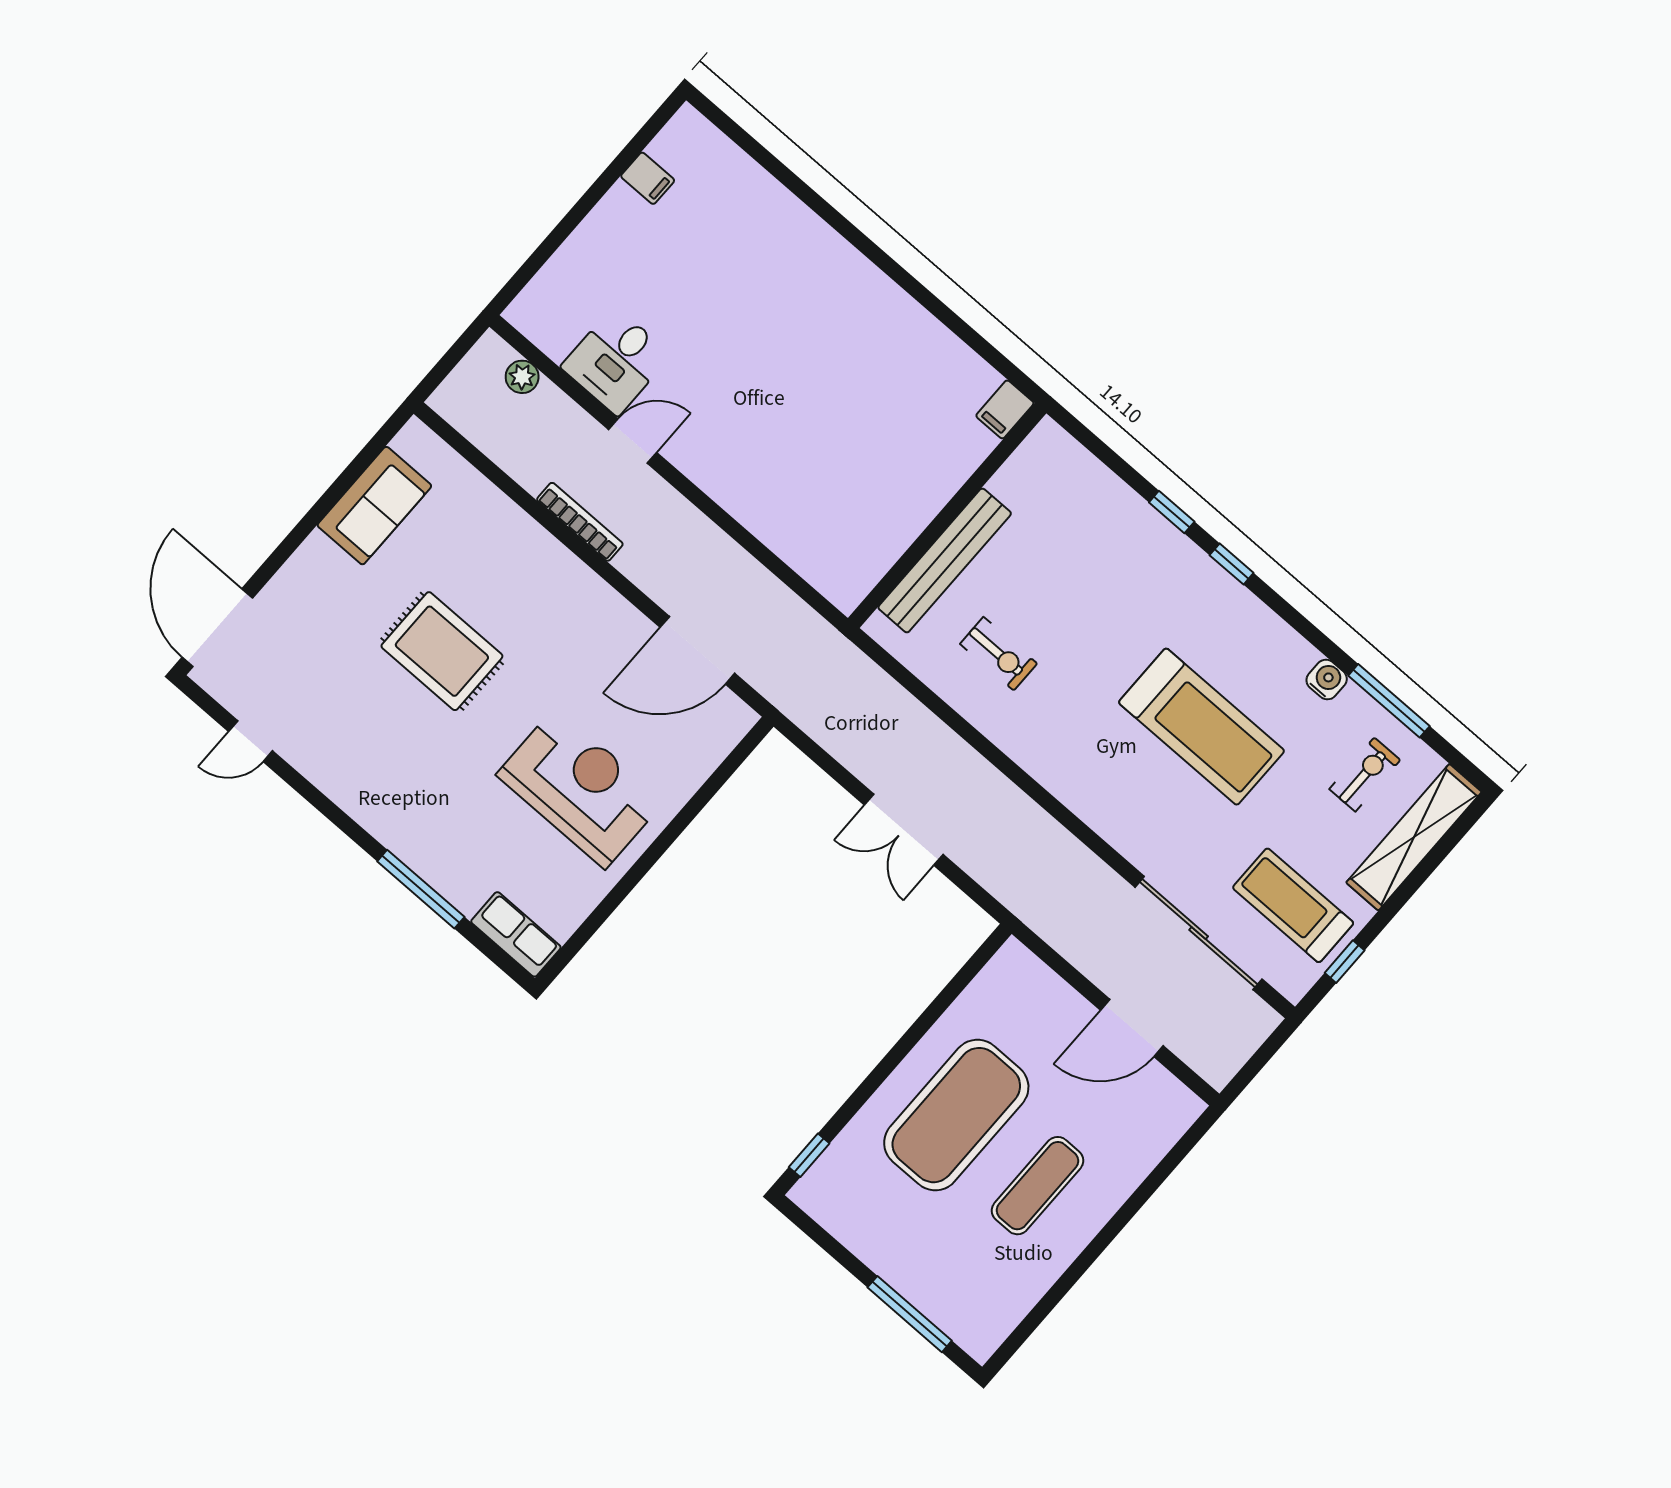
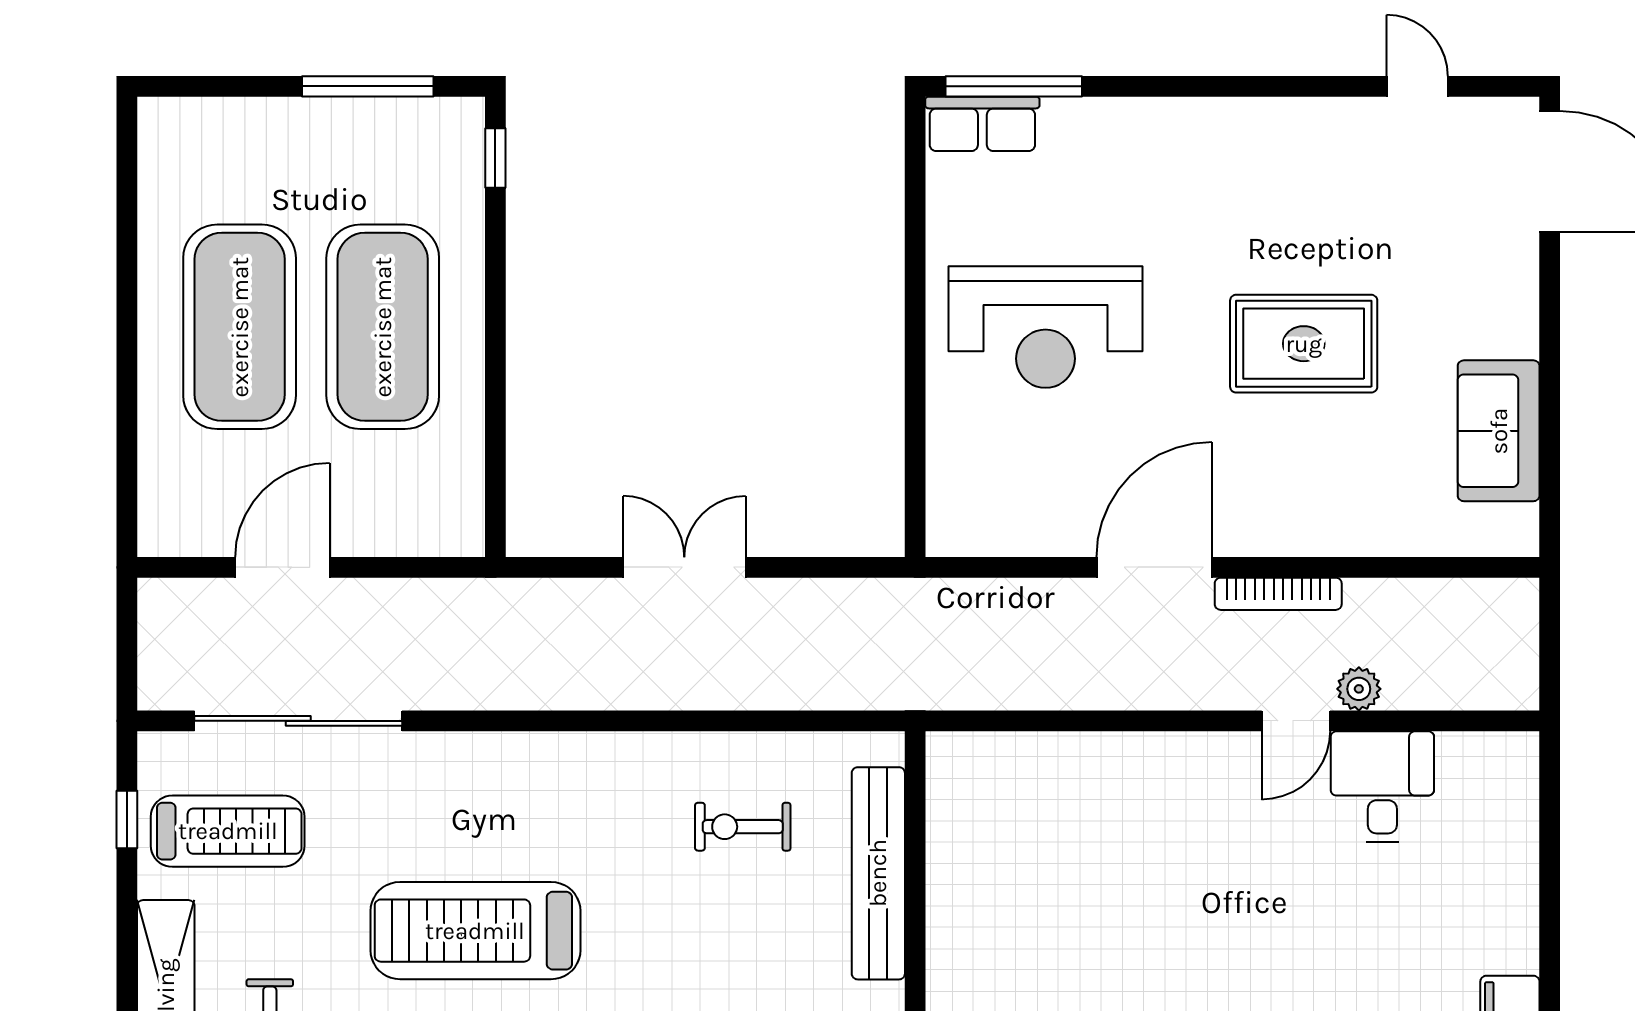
plant: (522, 377) -> (1359, 689), moved
door: (697, 650) -> (1154, 567), moved
door: (251, 741) -> (1417, 86), hinge flipped
window: (421, 889) -> (1014, 86), moved
exercise mat: (1038, 1186) -> (240, 327), width x2.00, depth x1.45
window: (910, 1314) -> (368, 86), moved

